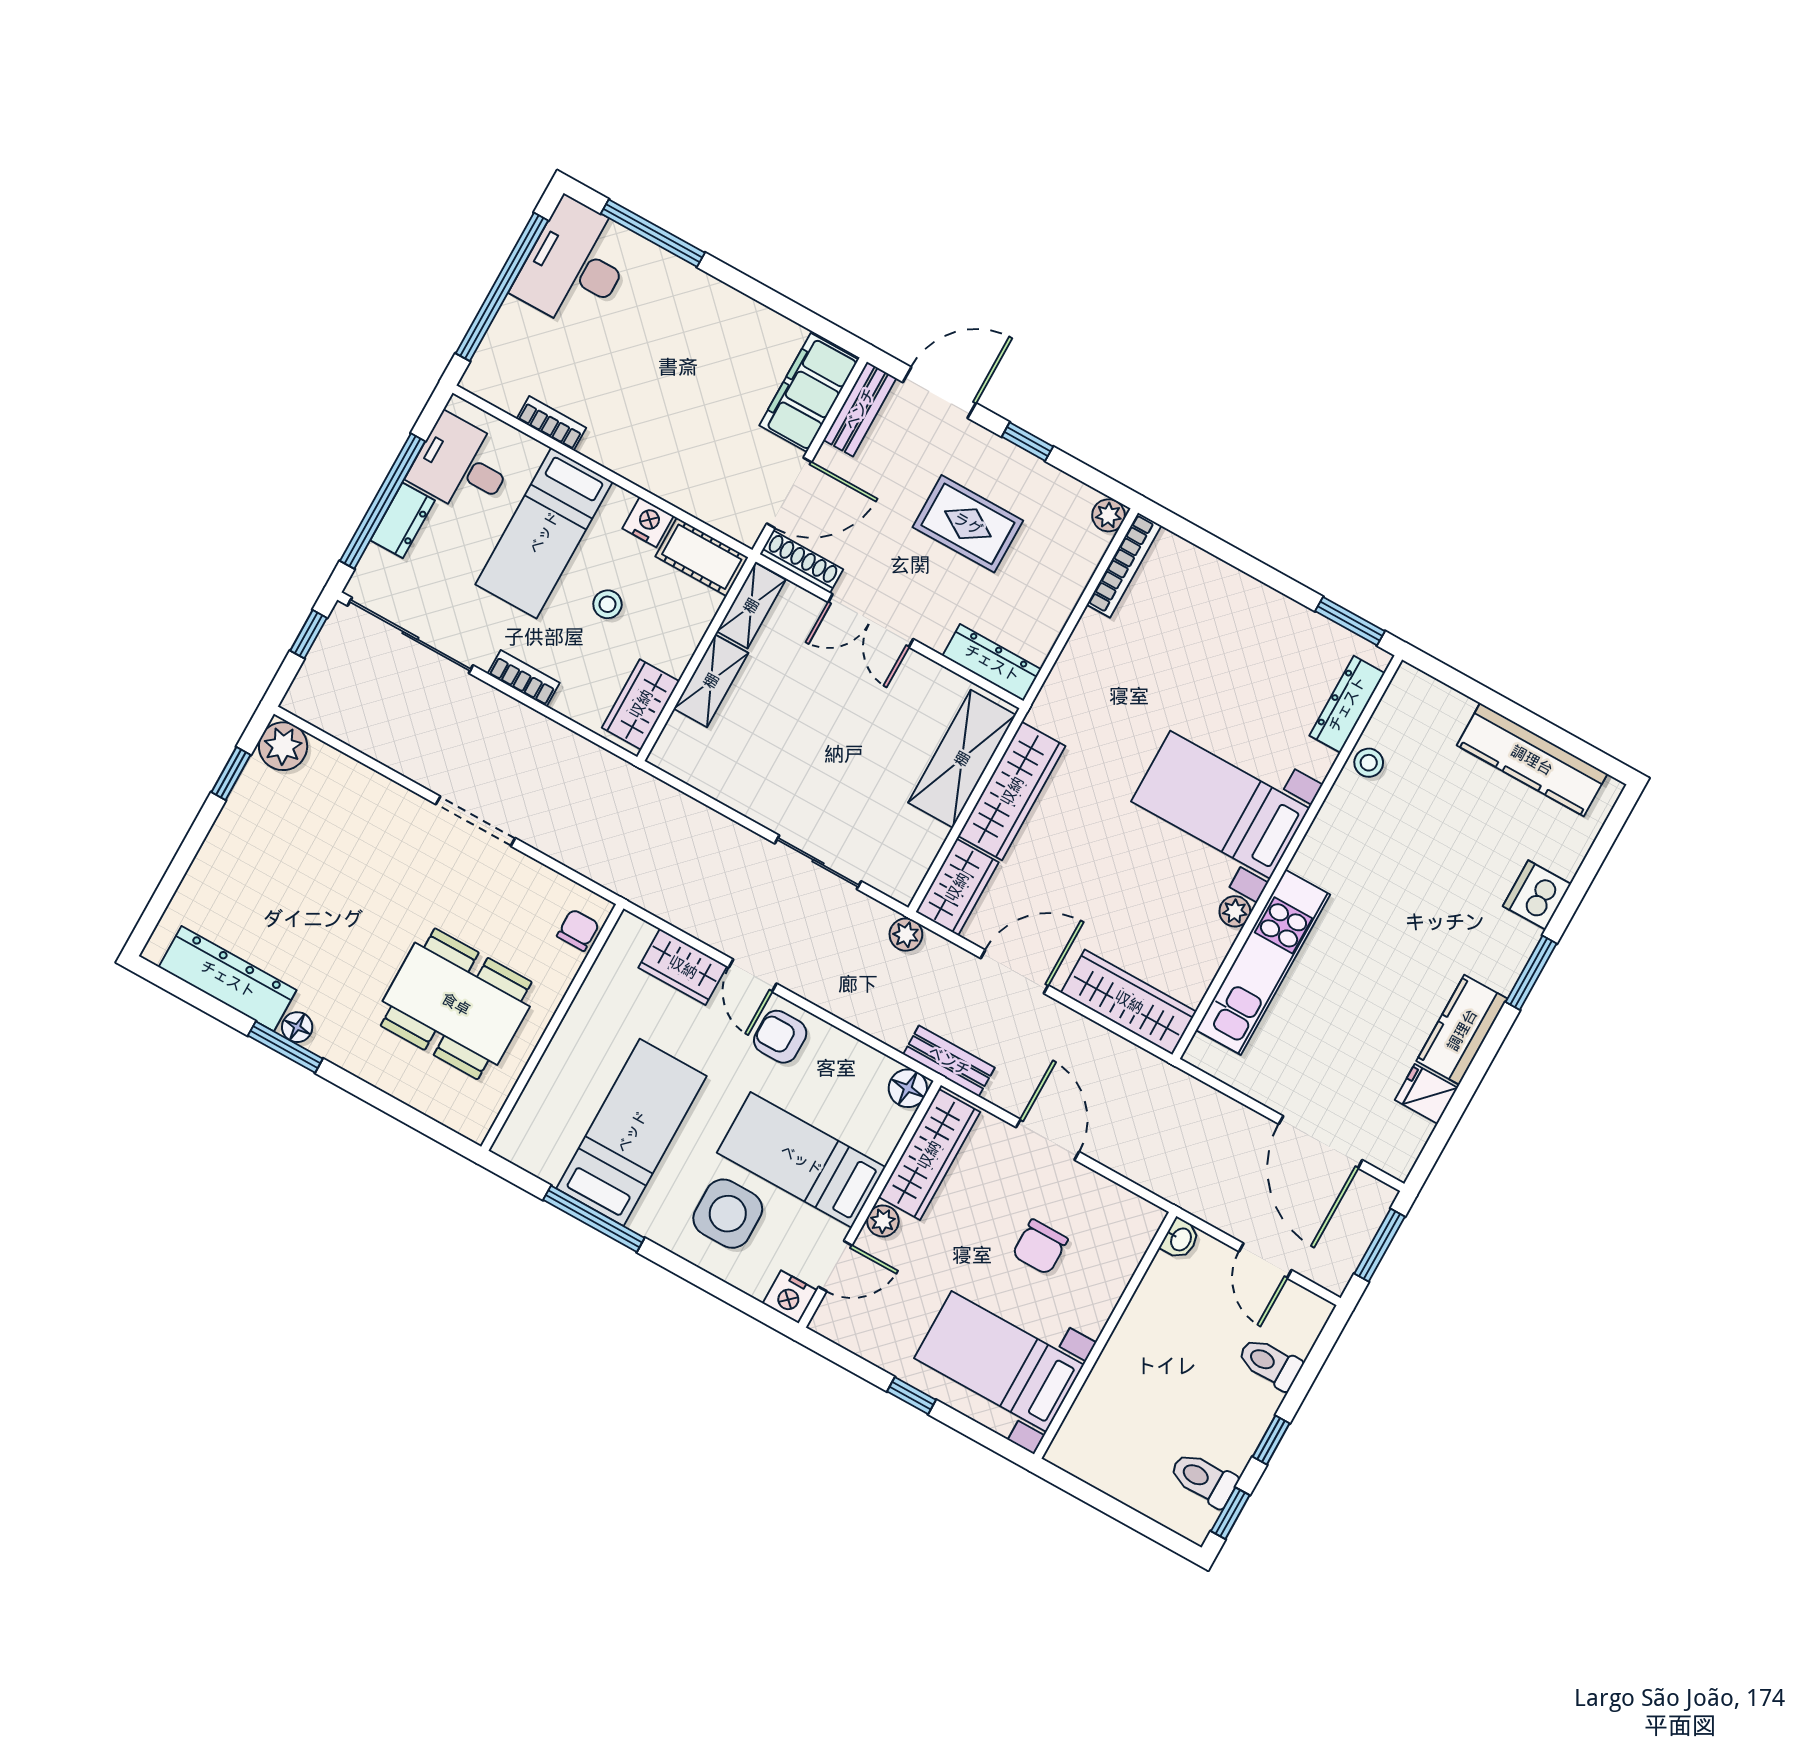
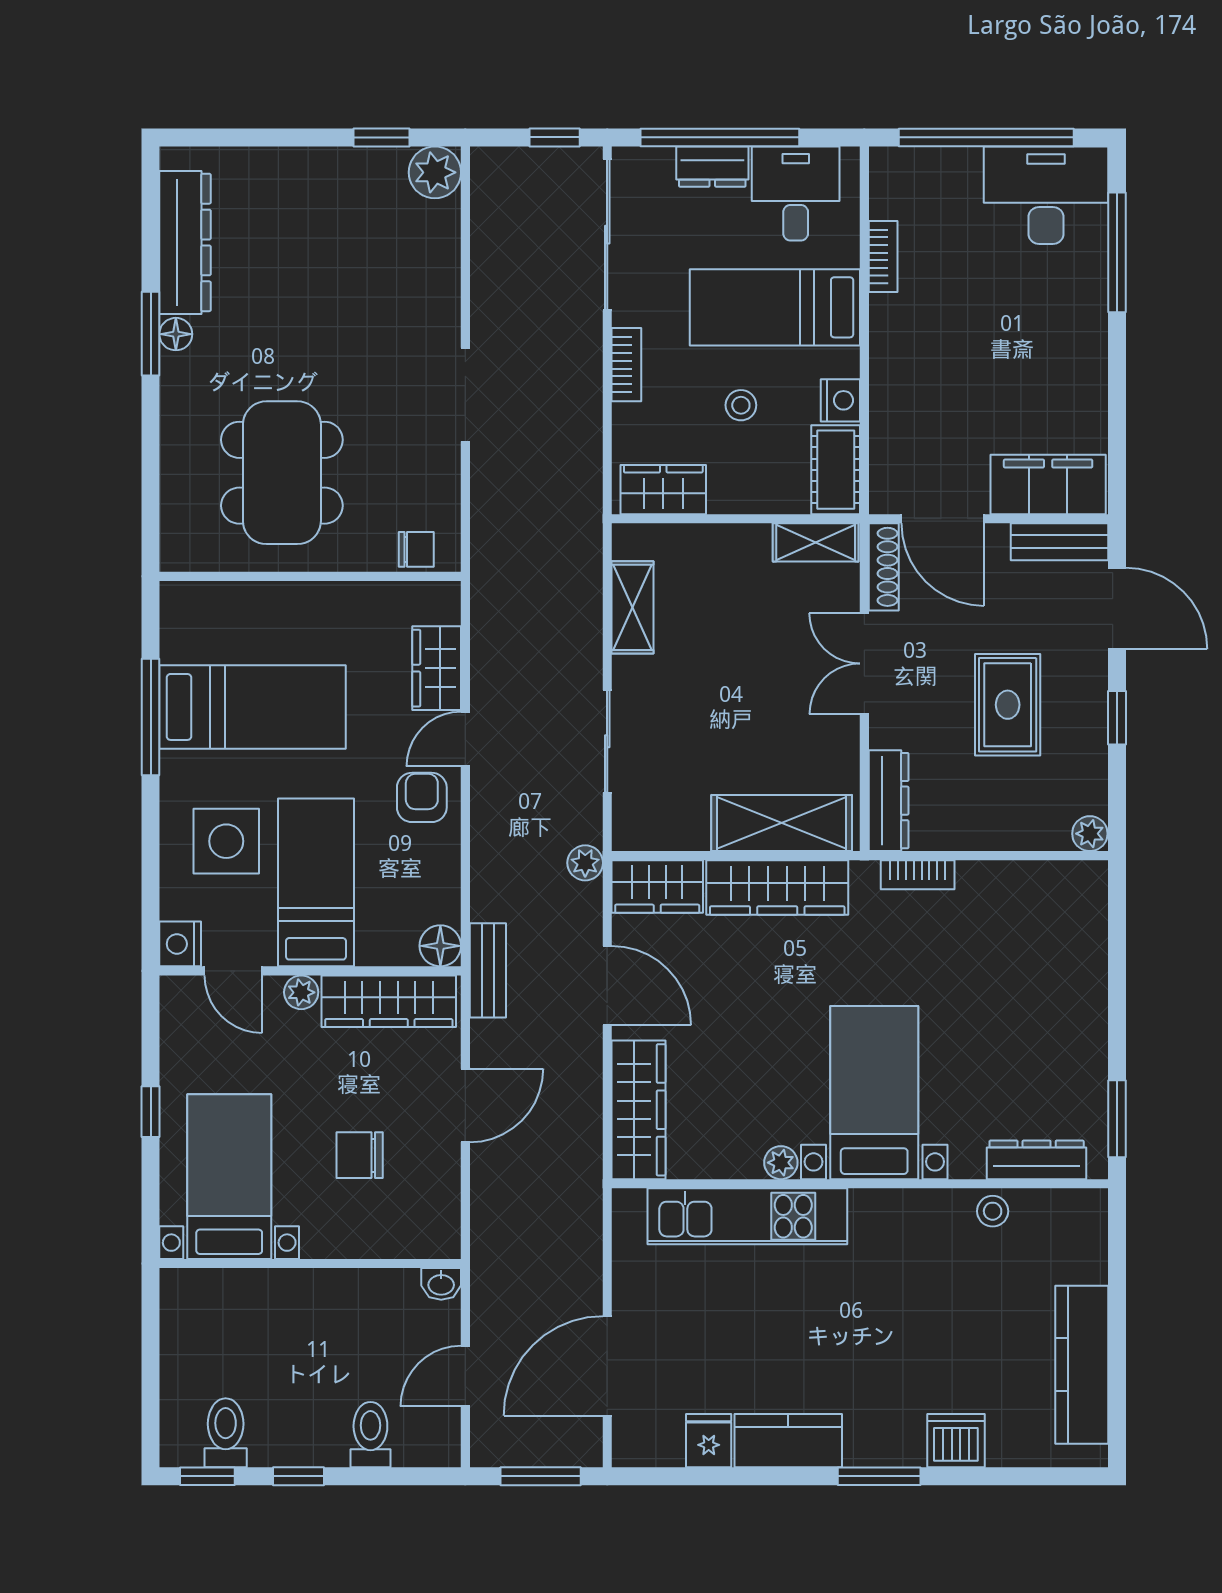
bookcase: (1124, 565) -> (918, 875), moved, width x0.64
shelving: (711, 681) -> (632, 607), moved, turned 90

